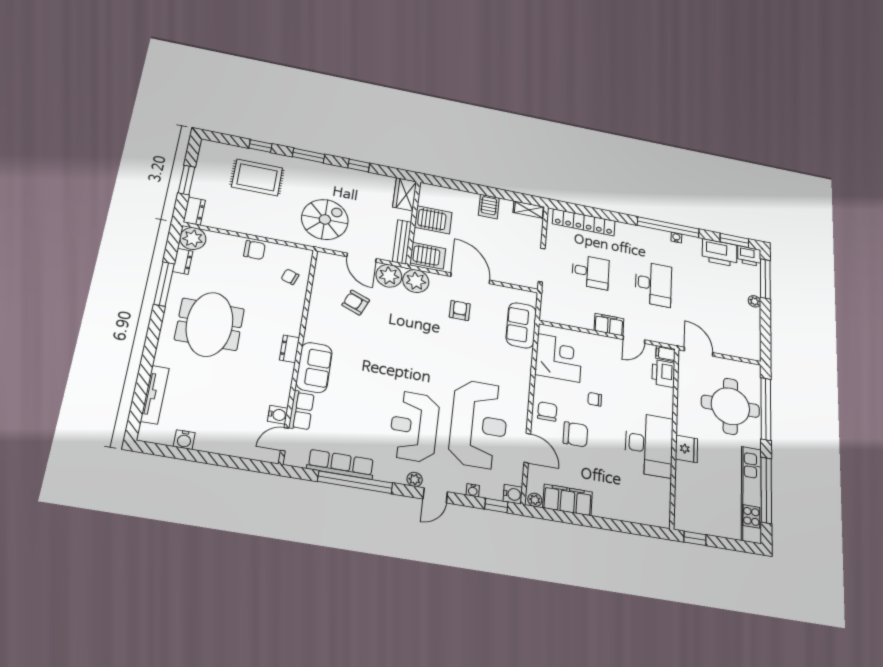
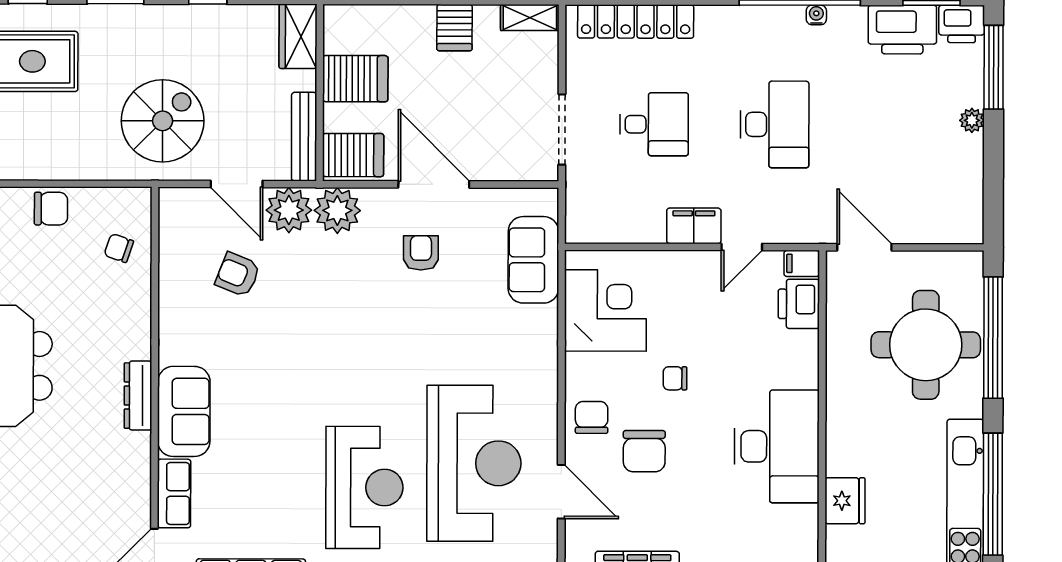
dresser: (289, 349) -> (138, 396), width x1.44
water cooler: (278, 415) -> (137, 508), removed
reception desk: (414, 426) -> (364, 487), turned 180
chair: (575, 434) -> (644, 451), turned 90
fridge: (686, 449) -> (845, 501), moved

